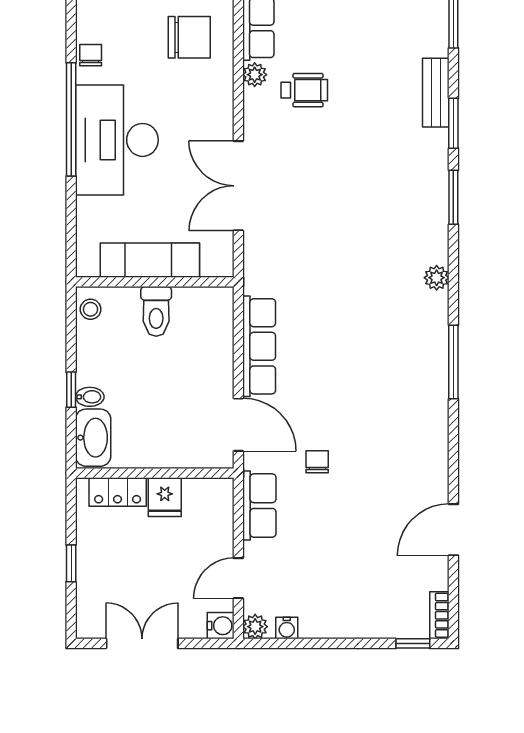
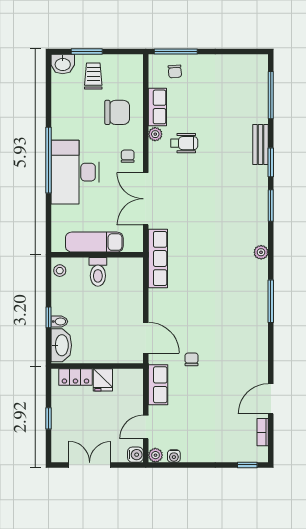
chair: (91, 55) -> (128, 156), moved
row of seats: (259, 346) -> (158, 259), moved
bookcase: (439, 615) -> (263, 432), moved

